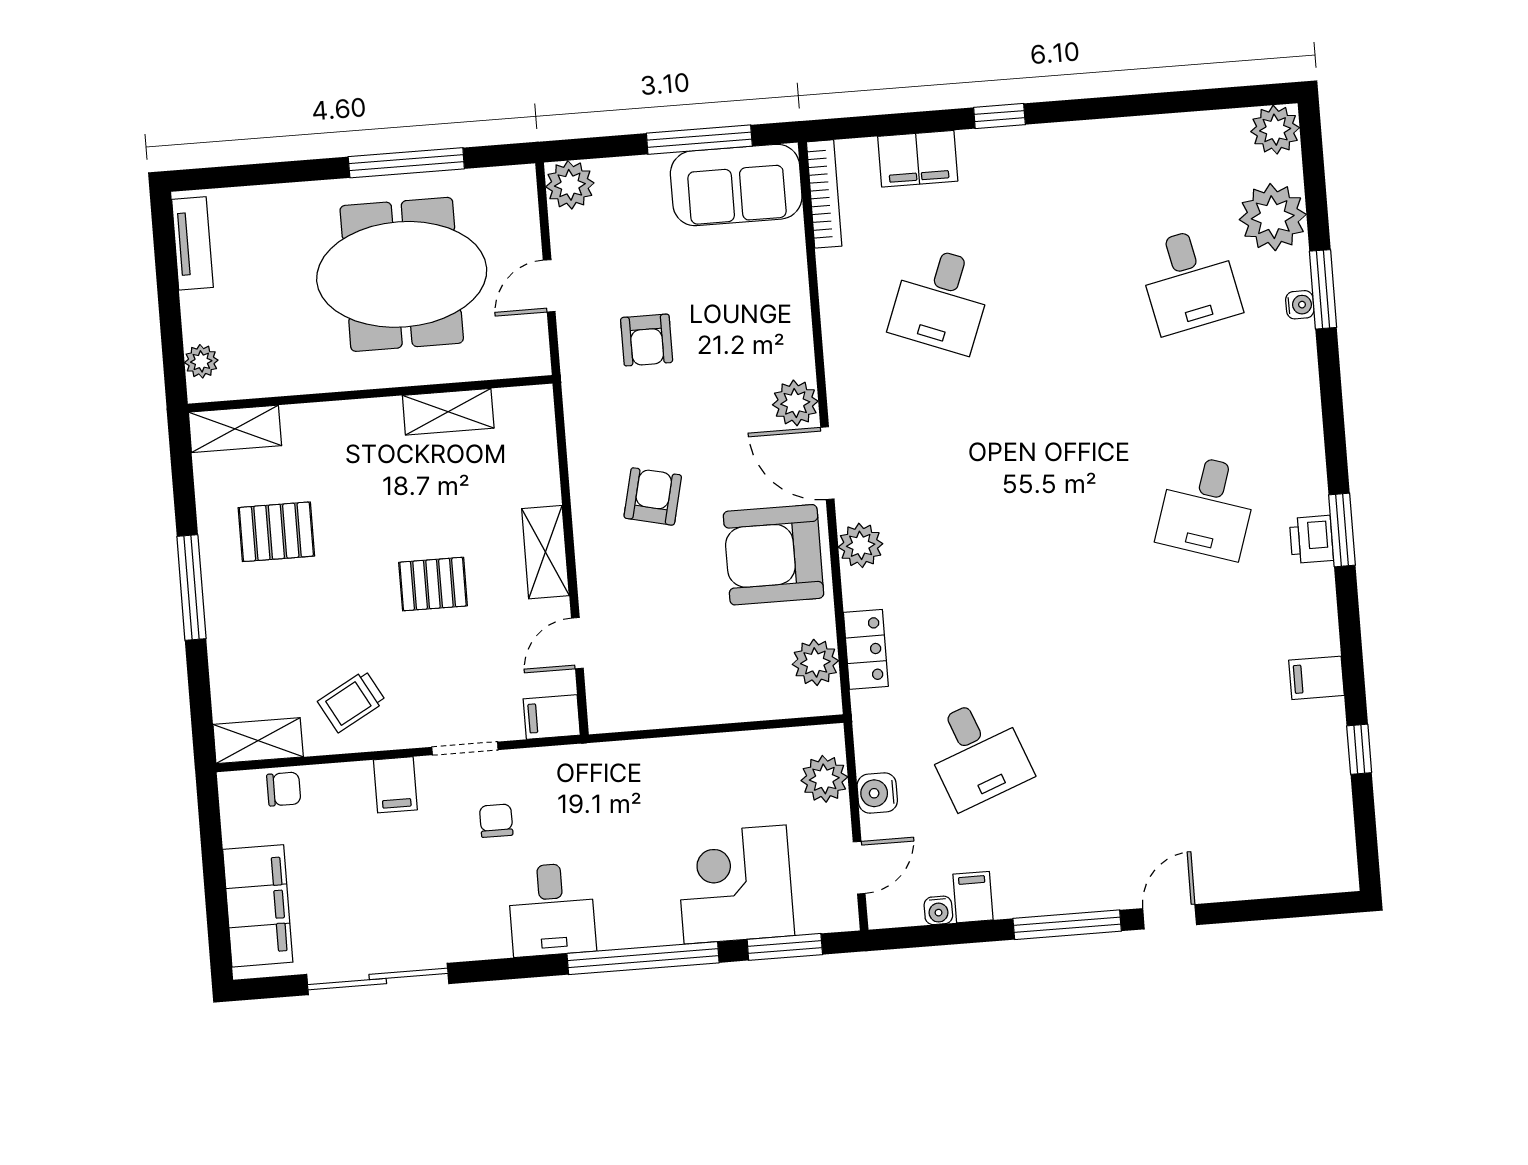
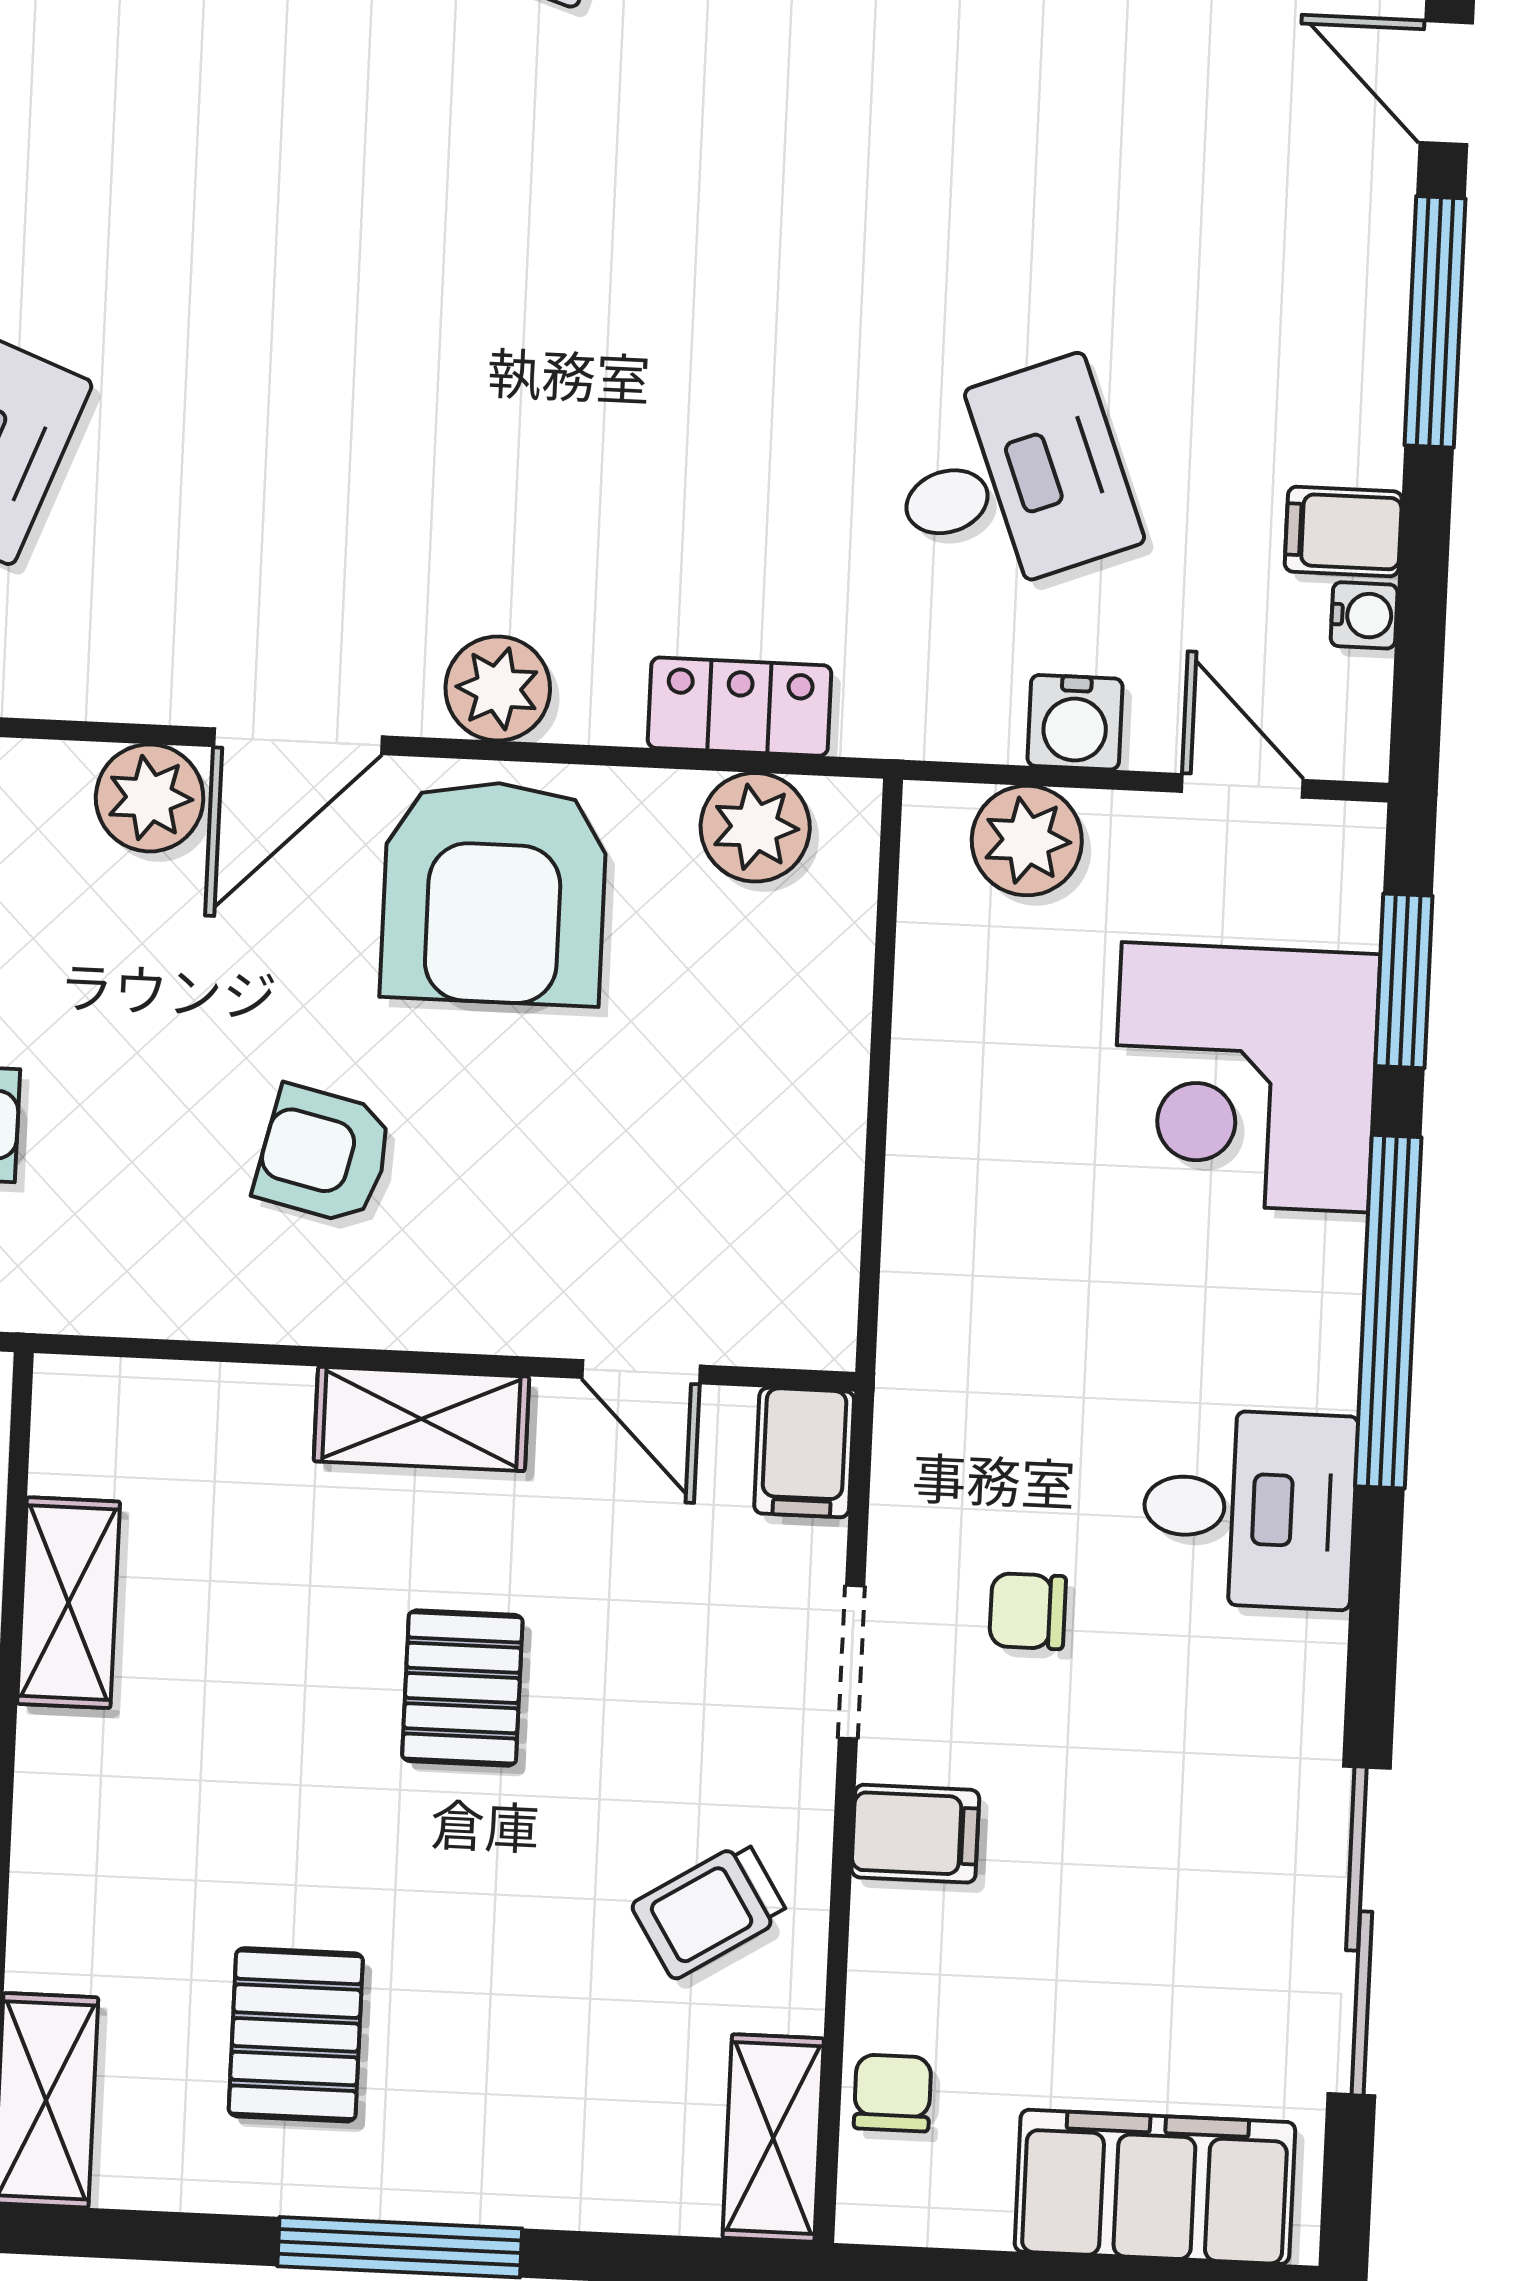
trolley: (352, 701) -> (710, 1910), turned 87

